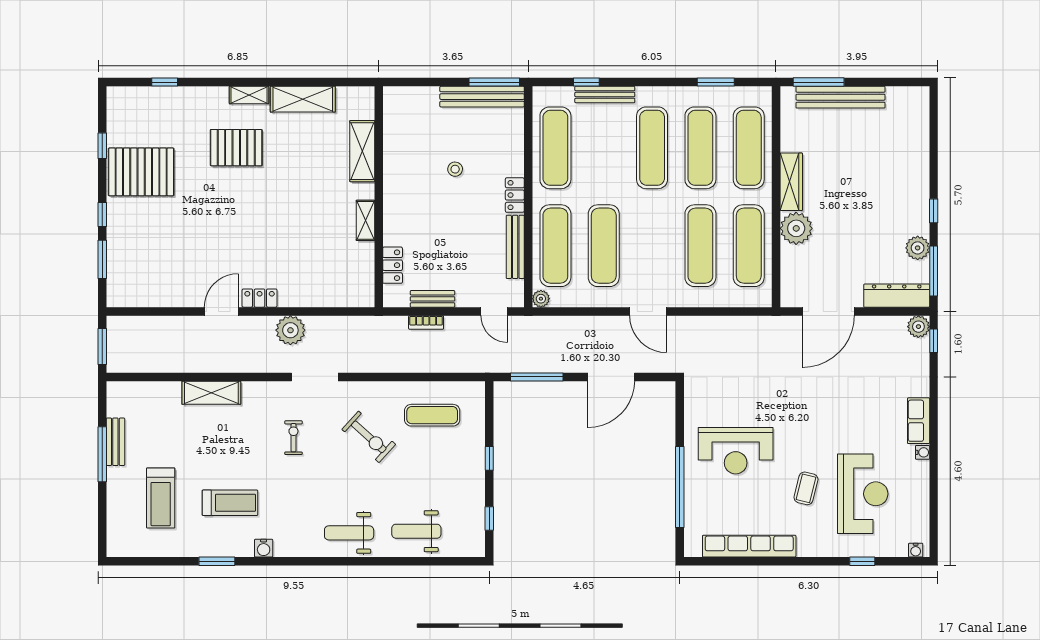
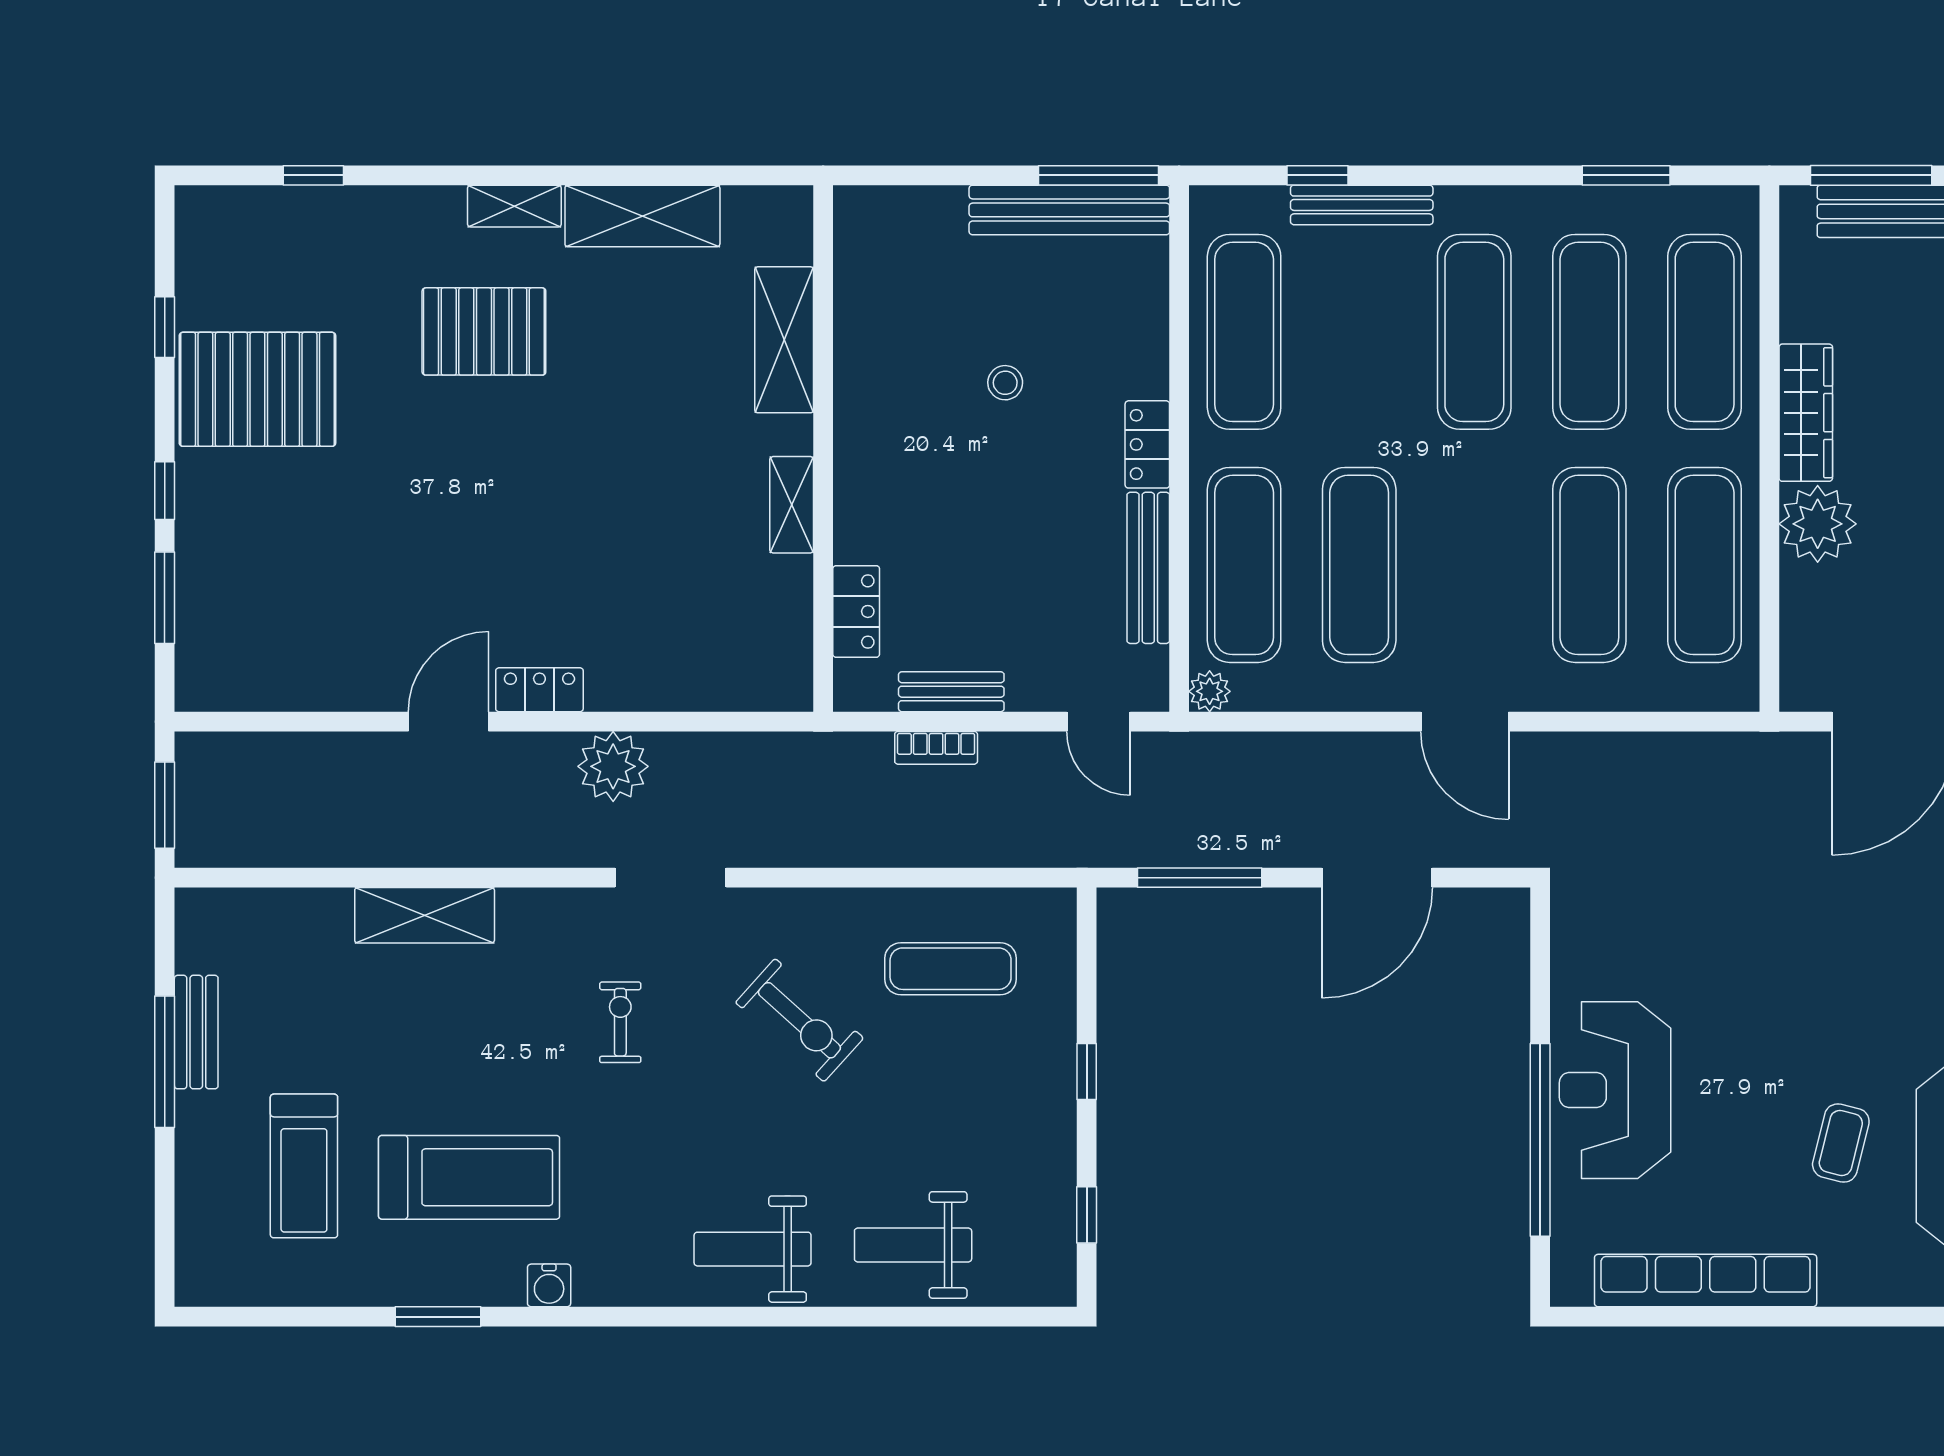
reception desk: (736, 451) -> (1615, 1090), moved, turned 90
treadmill: (230, 503) -> (469, 1177), width x1.37, depth x1.38

